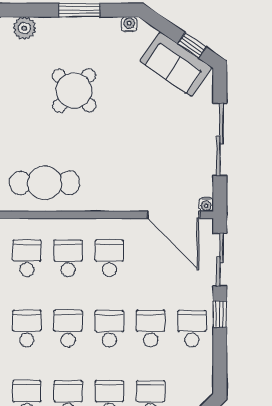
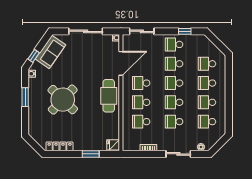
plant: (24, 28) -> (34, 123), removed
window: (192, 45) -> (34, 56), moved
round table: (74, 91) -> (63, 100), width x1.36, depth x1.36
cafe table: (45, 183) -> (109, 96), moved
door: (173, 215) -> (121, 63), moved
window: (220, 314) -> (185, 31), moved

